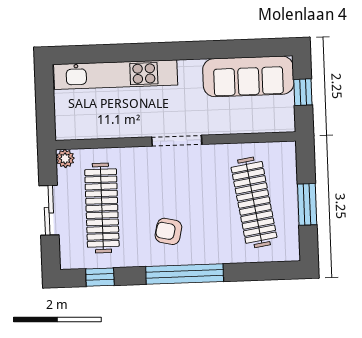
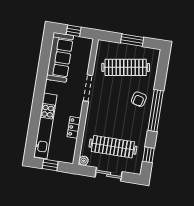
window: (45, 98) -> (50, 165), added
locker: (123, 128) -> (74, 127), added
doorway: (177, 141) -> (88, 88), moved
armchair: (168, 231) -> (139, 99), moved

